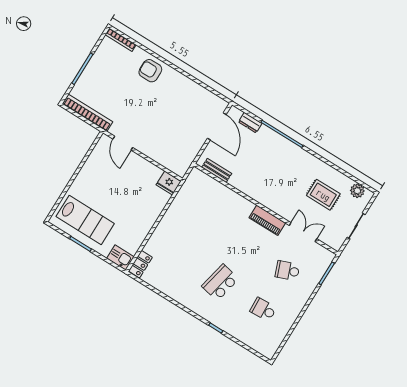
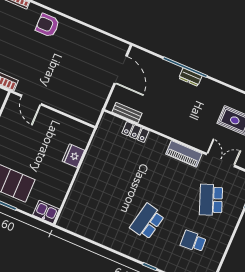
dresser: (250, 123) -> (190, 77), moved
fridge: (169, 183) -> (73, 156), moved, turned 90
locker: (140, 264) -> (135, 132), moved, turned 90
school desk: (287, 271) -> (211, 200), width x1.85

